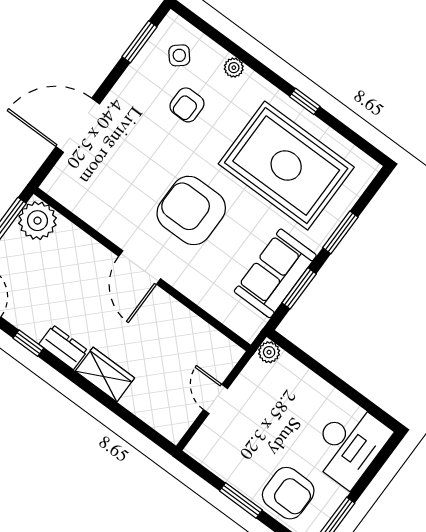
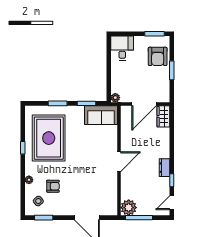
armchair: (191, 210) -> (87, 159), removed
sofa: (275, 273) -> (101, 115), moved
wardrobe: (105, 375) -> (163, 116), moved
door: (215, 399) -> (144, 104), width x1.88
desk: (349, 444) -> (122, 48), width x0.73
armchair: (288, 493) -> (158, 56), turned 180

